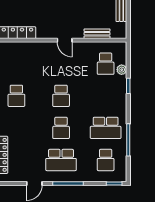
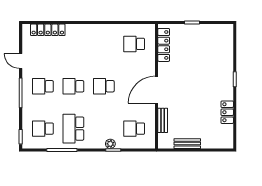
door: (65, 40) -> (157, 90), width x1.88
plant: (122, 70) -> (110, 144), moved
school desk: (16, 96) -> (134, 44), moved
school desk: (61, 160) -> (43, 86), width x0.54

